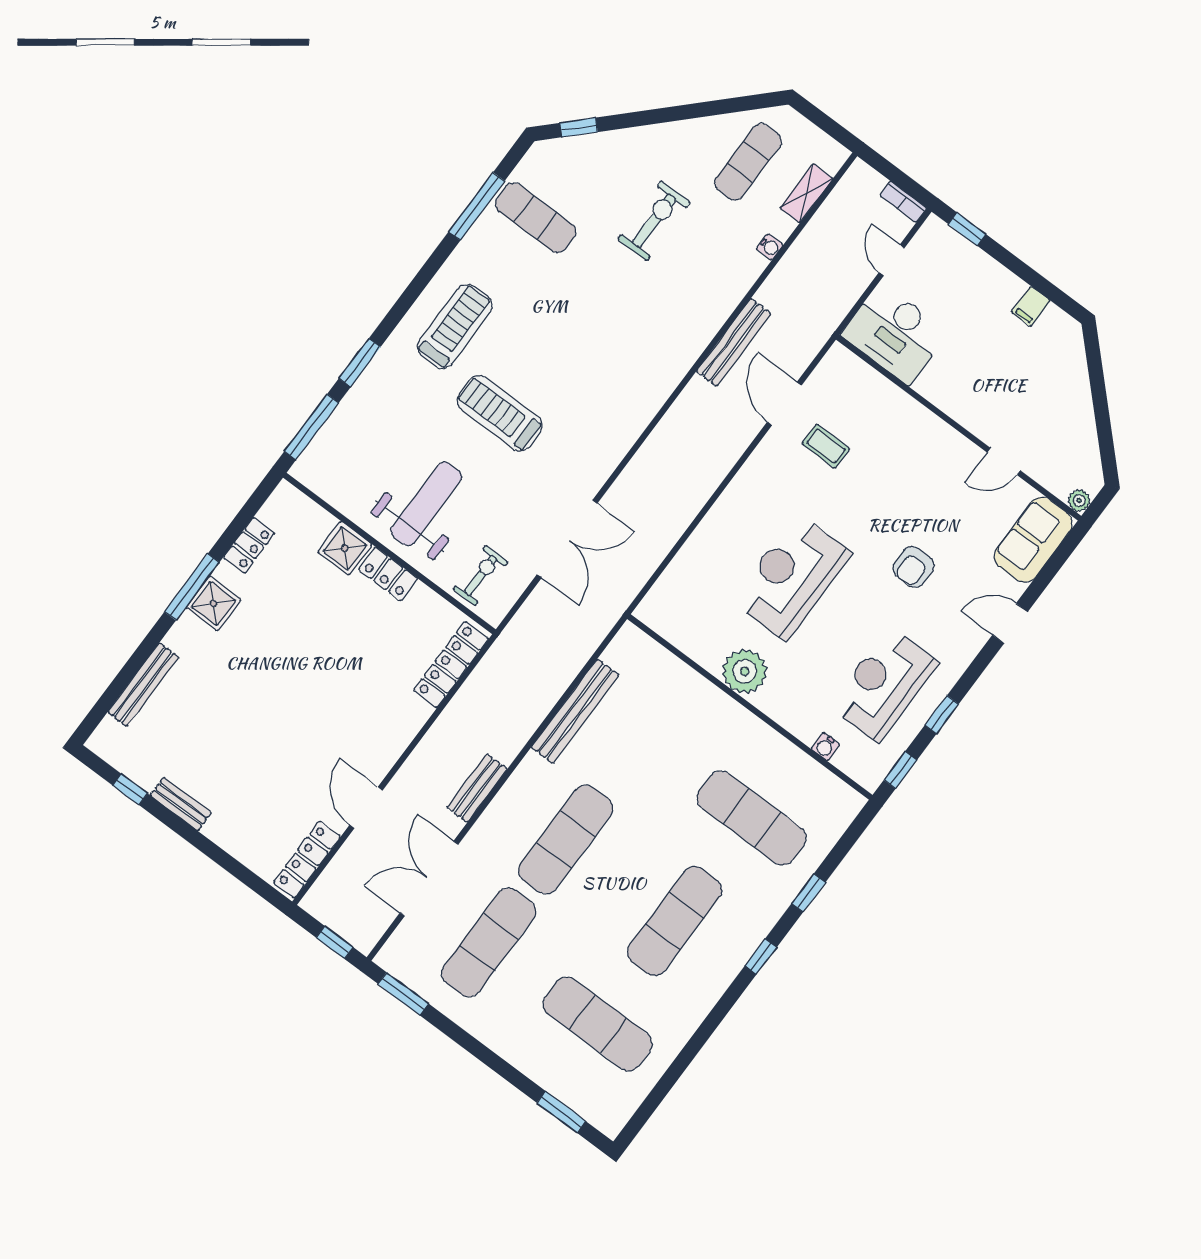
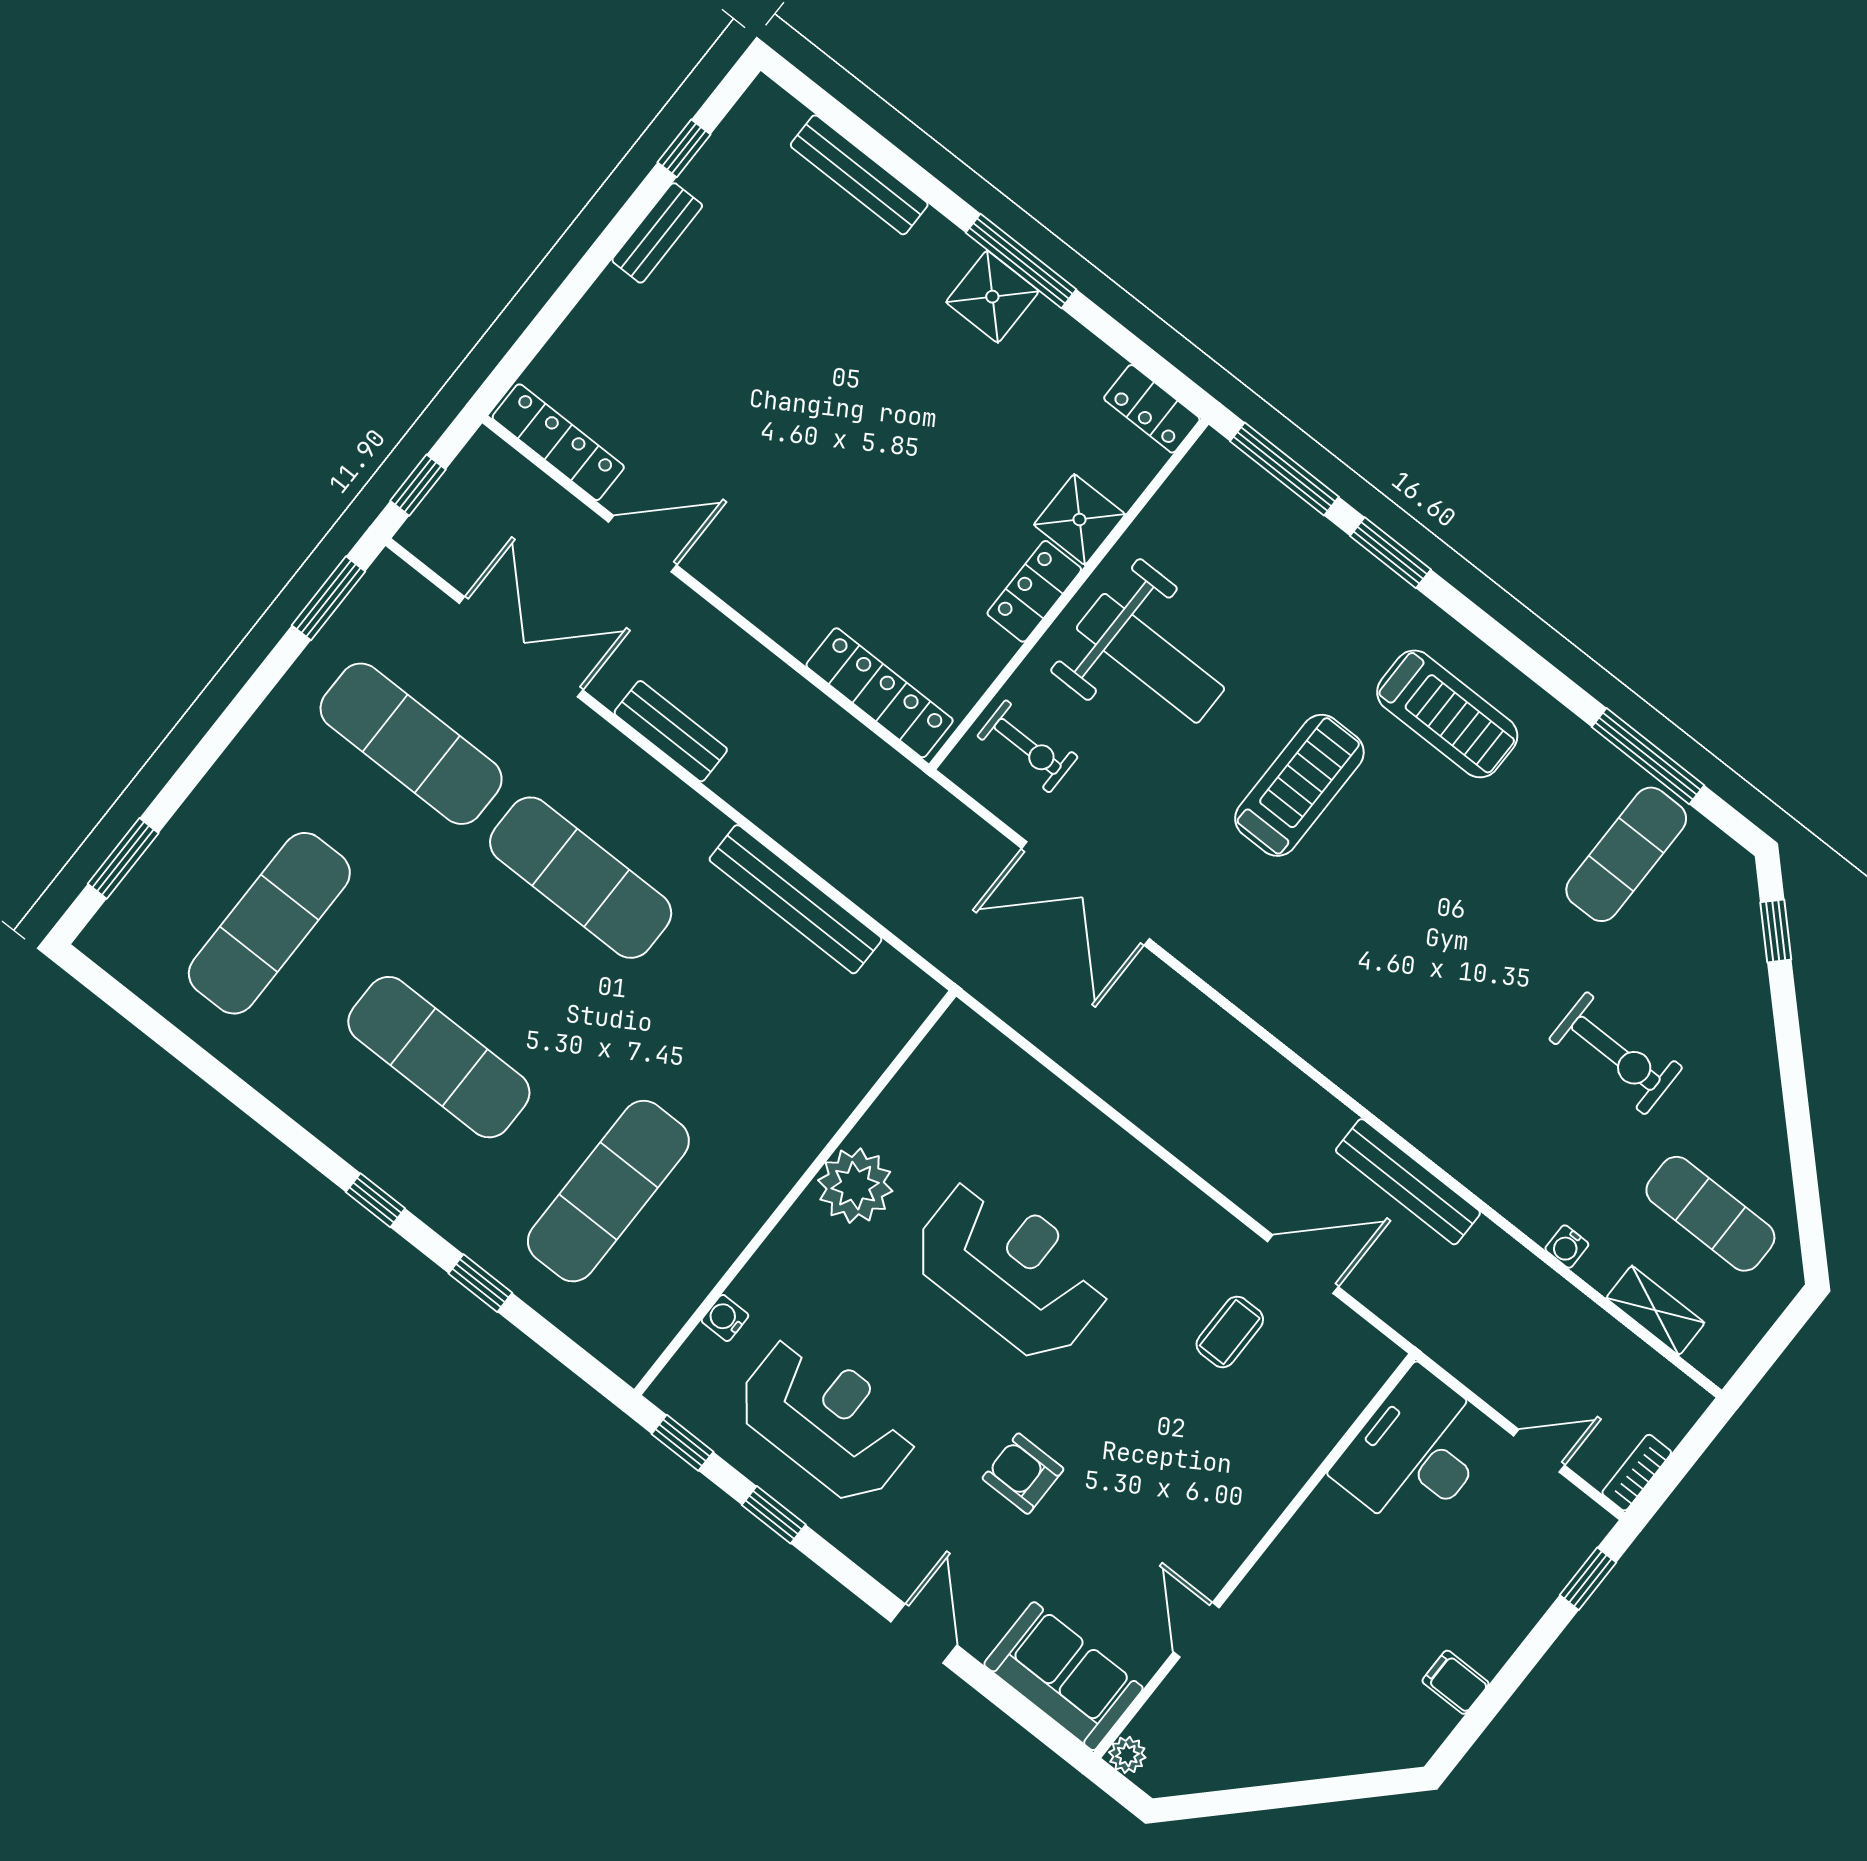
locker: (249, 545) -> (1152, 409), moved

